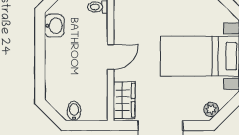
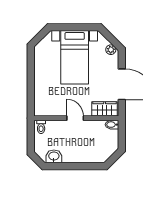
bidet: (74, 111) -> (112, 125), moved

